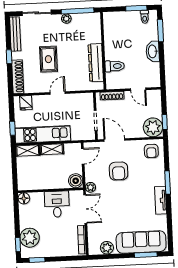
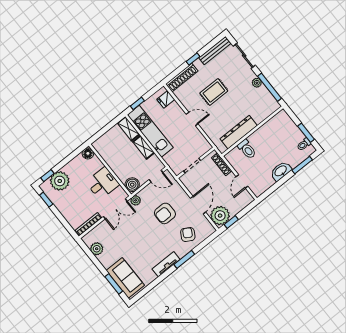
door: (114, 140) -> (198, 205), moved
armchair: (151, 151) -> (188, 235), moved, turned 120
sofa: (141, 242) -> (125, 278), width x0.73

